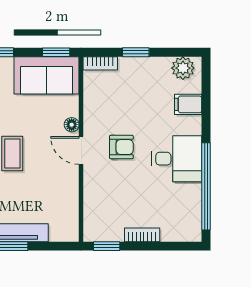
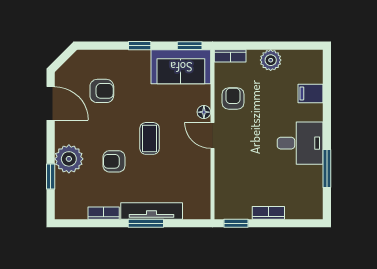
window: (136, 52) -> (263, 46), removed
plant: (183, 68) -> (271, 60), moved
armchair: (121, 147) -> (233, 98), moved, turned -90
window: (206, 186) -> (327, 168), width x0.47

